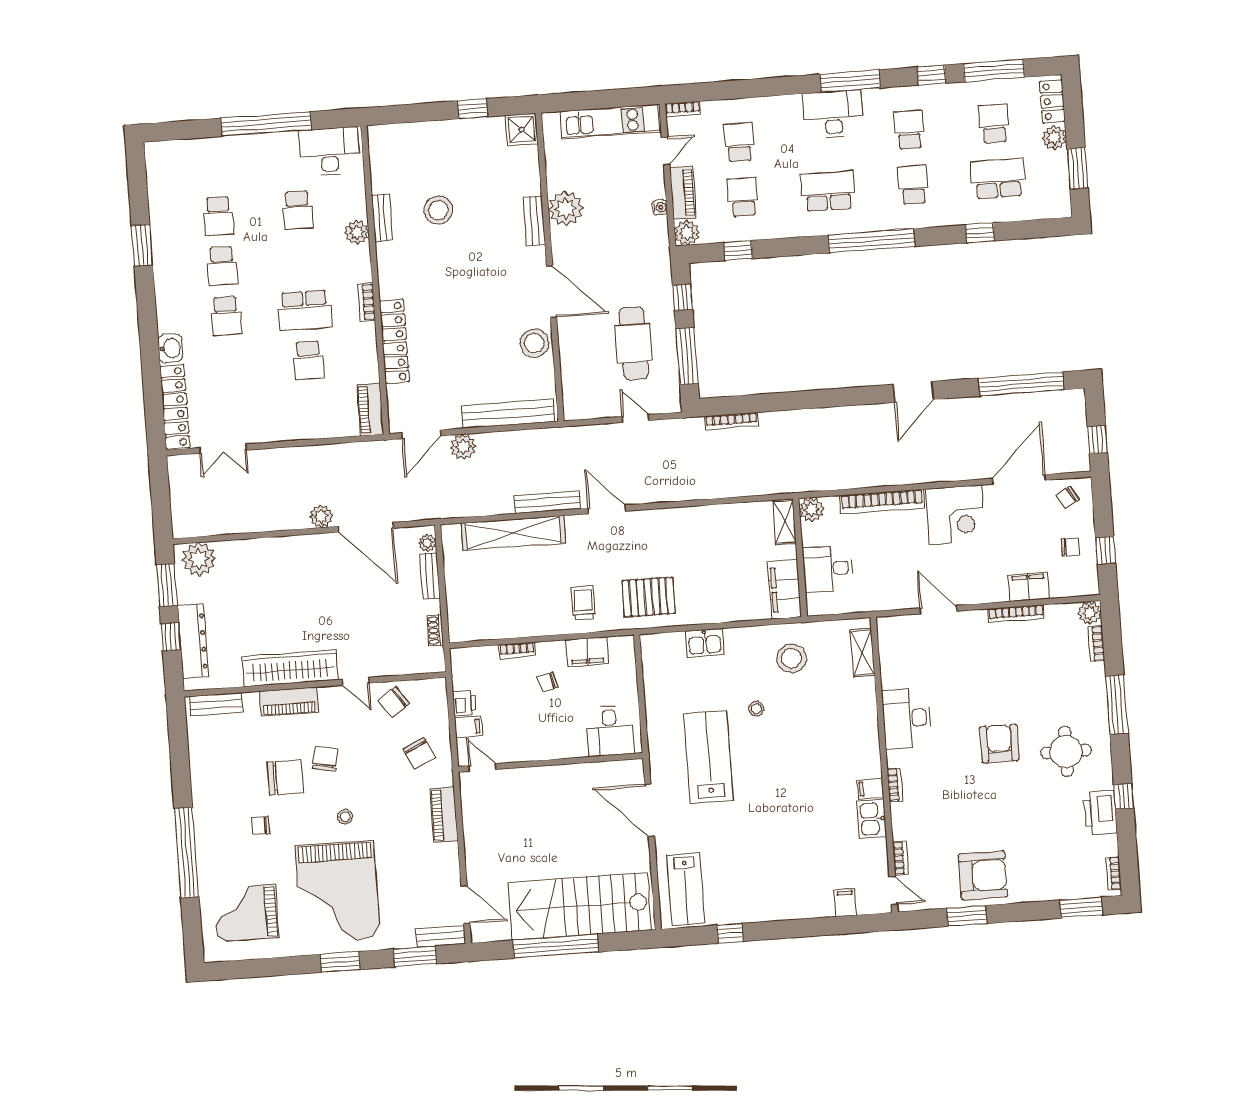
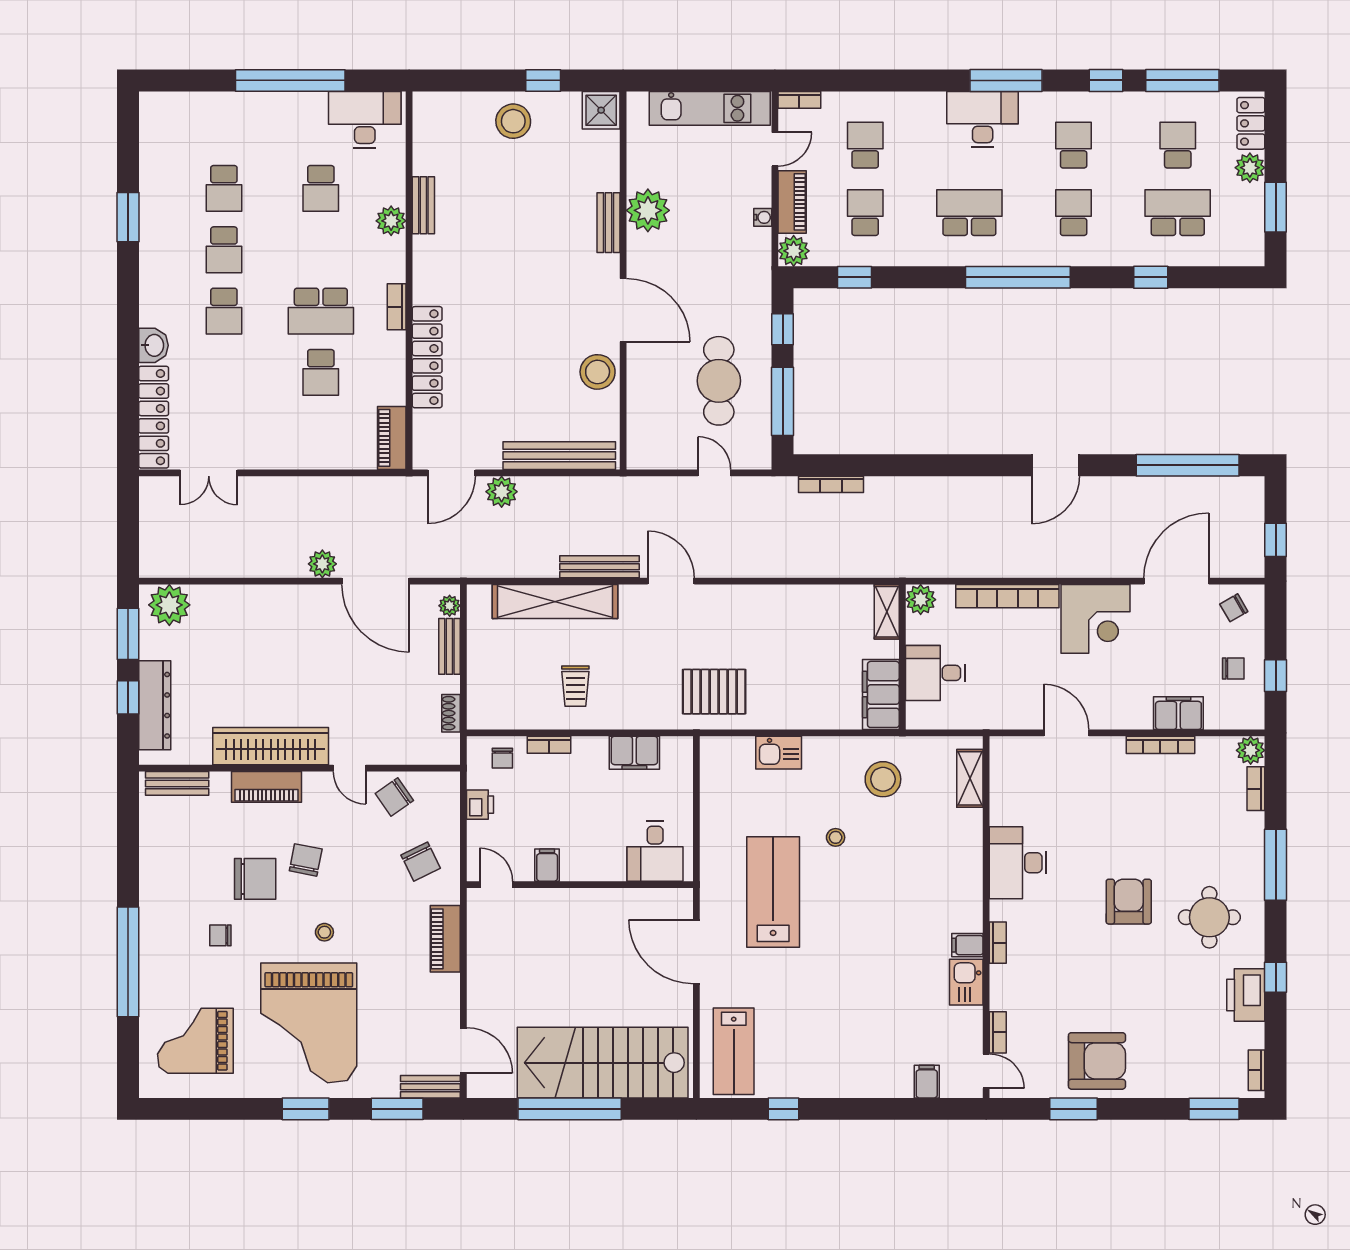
stool: (438, 210) -> (513, 121), moved
trolley: (583, 603) -> (575, 686), moved, turned 180
chair: (548, 682) -> (502, 758), moved, turned -75
filing cabinet: (468, 727) -> (547, 865), moved, turned -90

